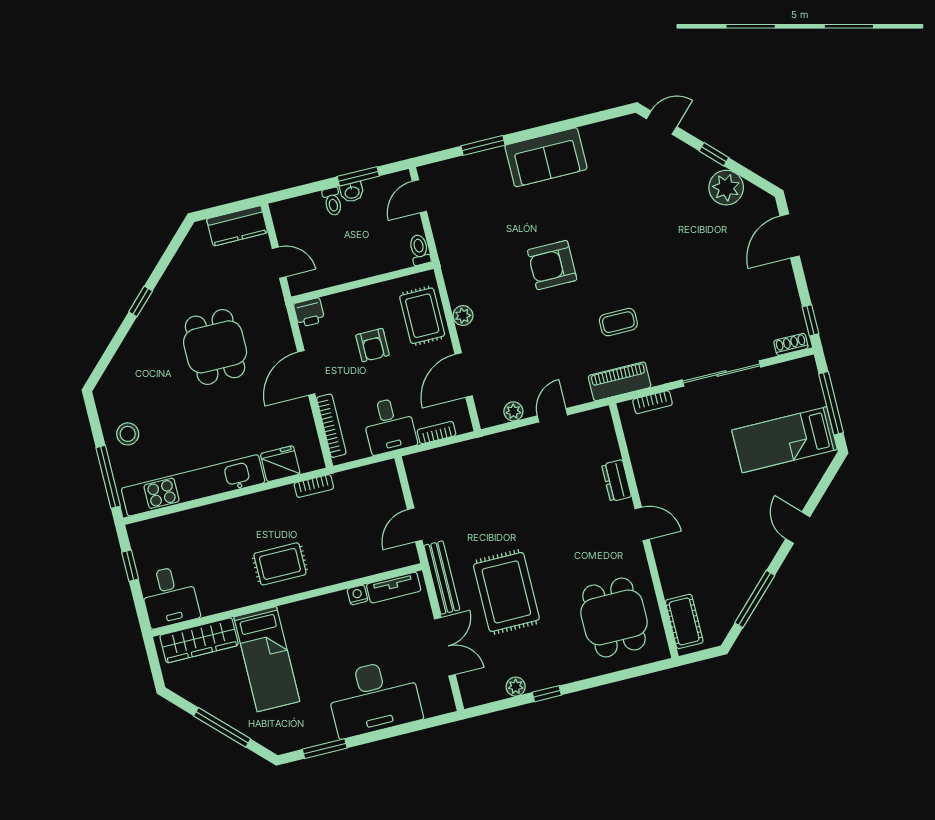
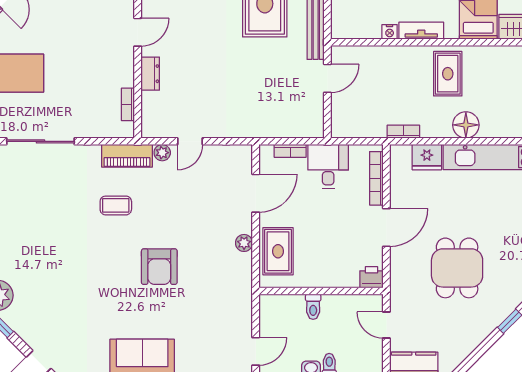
toilet: (420, 250) -> (313, 307), moved
armchair: (552, 265) -> (159, 267), turned 90
armchair: (372, 345) -> (325, 237), removed
bookcase: (653, 402) -> (128, 104), moved, turned -90
plant: (513, 411) -> (162, 153), moved
floor lamp: (245, 511) -> (466, 125), added
door: (642, 524) -> (138, 32), swing flipped
rug: (280, 564) -> (448, 74), turned 90
tv unit: (394, 588) -> (421, 31), moved

